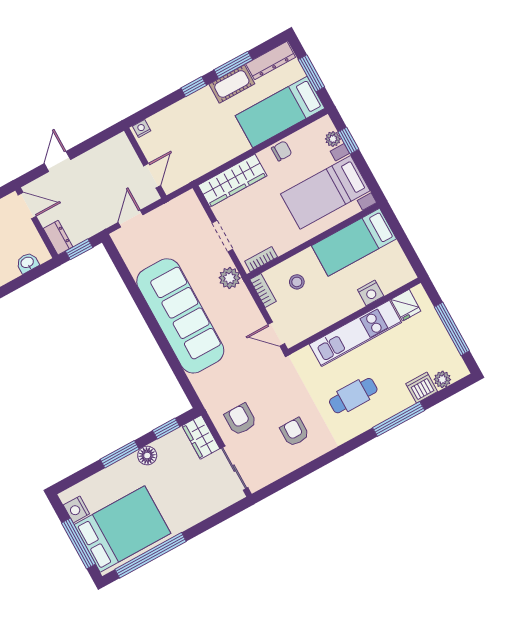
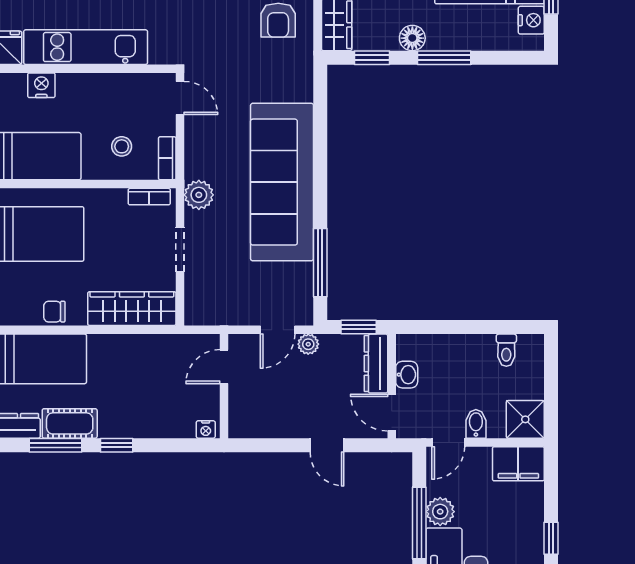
door: (57, 161) -> (327, 445), hinge flipped
plant: (106, 220) -> (308, 344), added
dresser: (58, 238) -> (376, 364), width x1.44
washbasin: (27, 263) -> (407, 375), moved, turned -90
window: (127, 277) -> (320, 263), added

